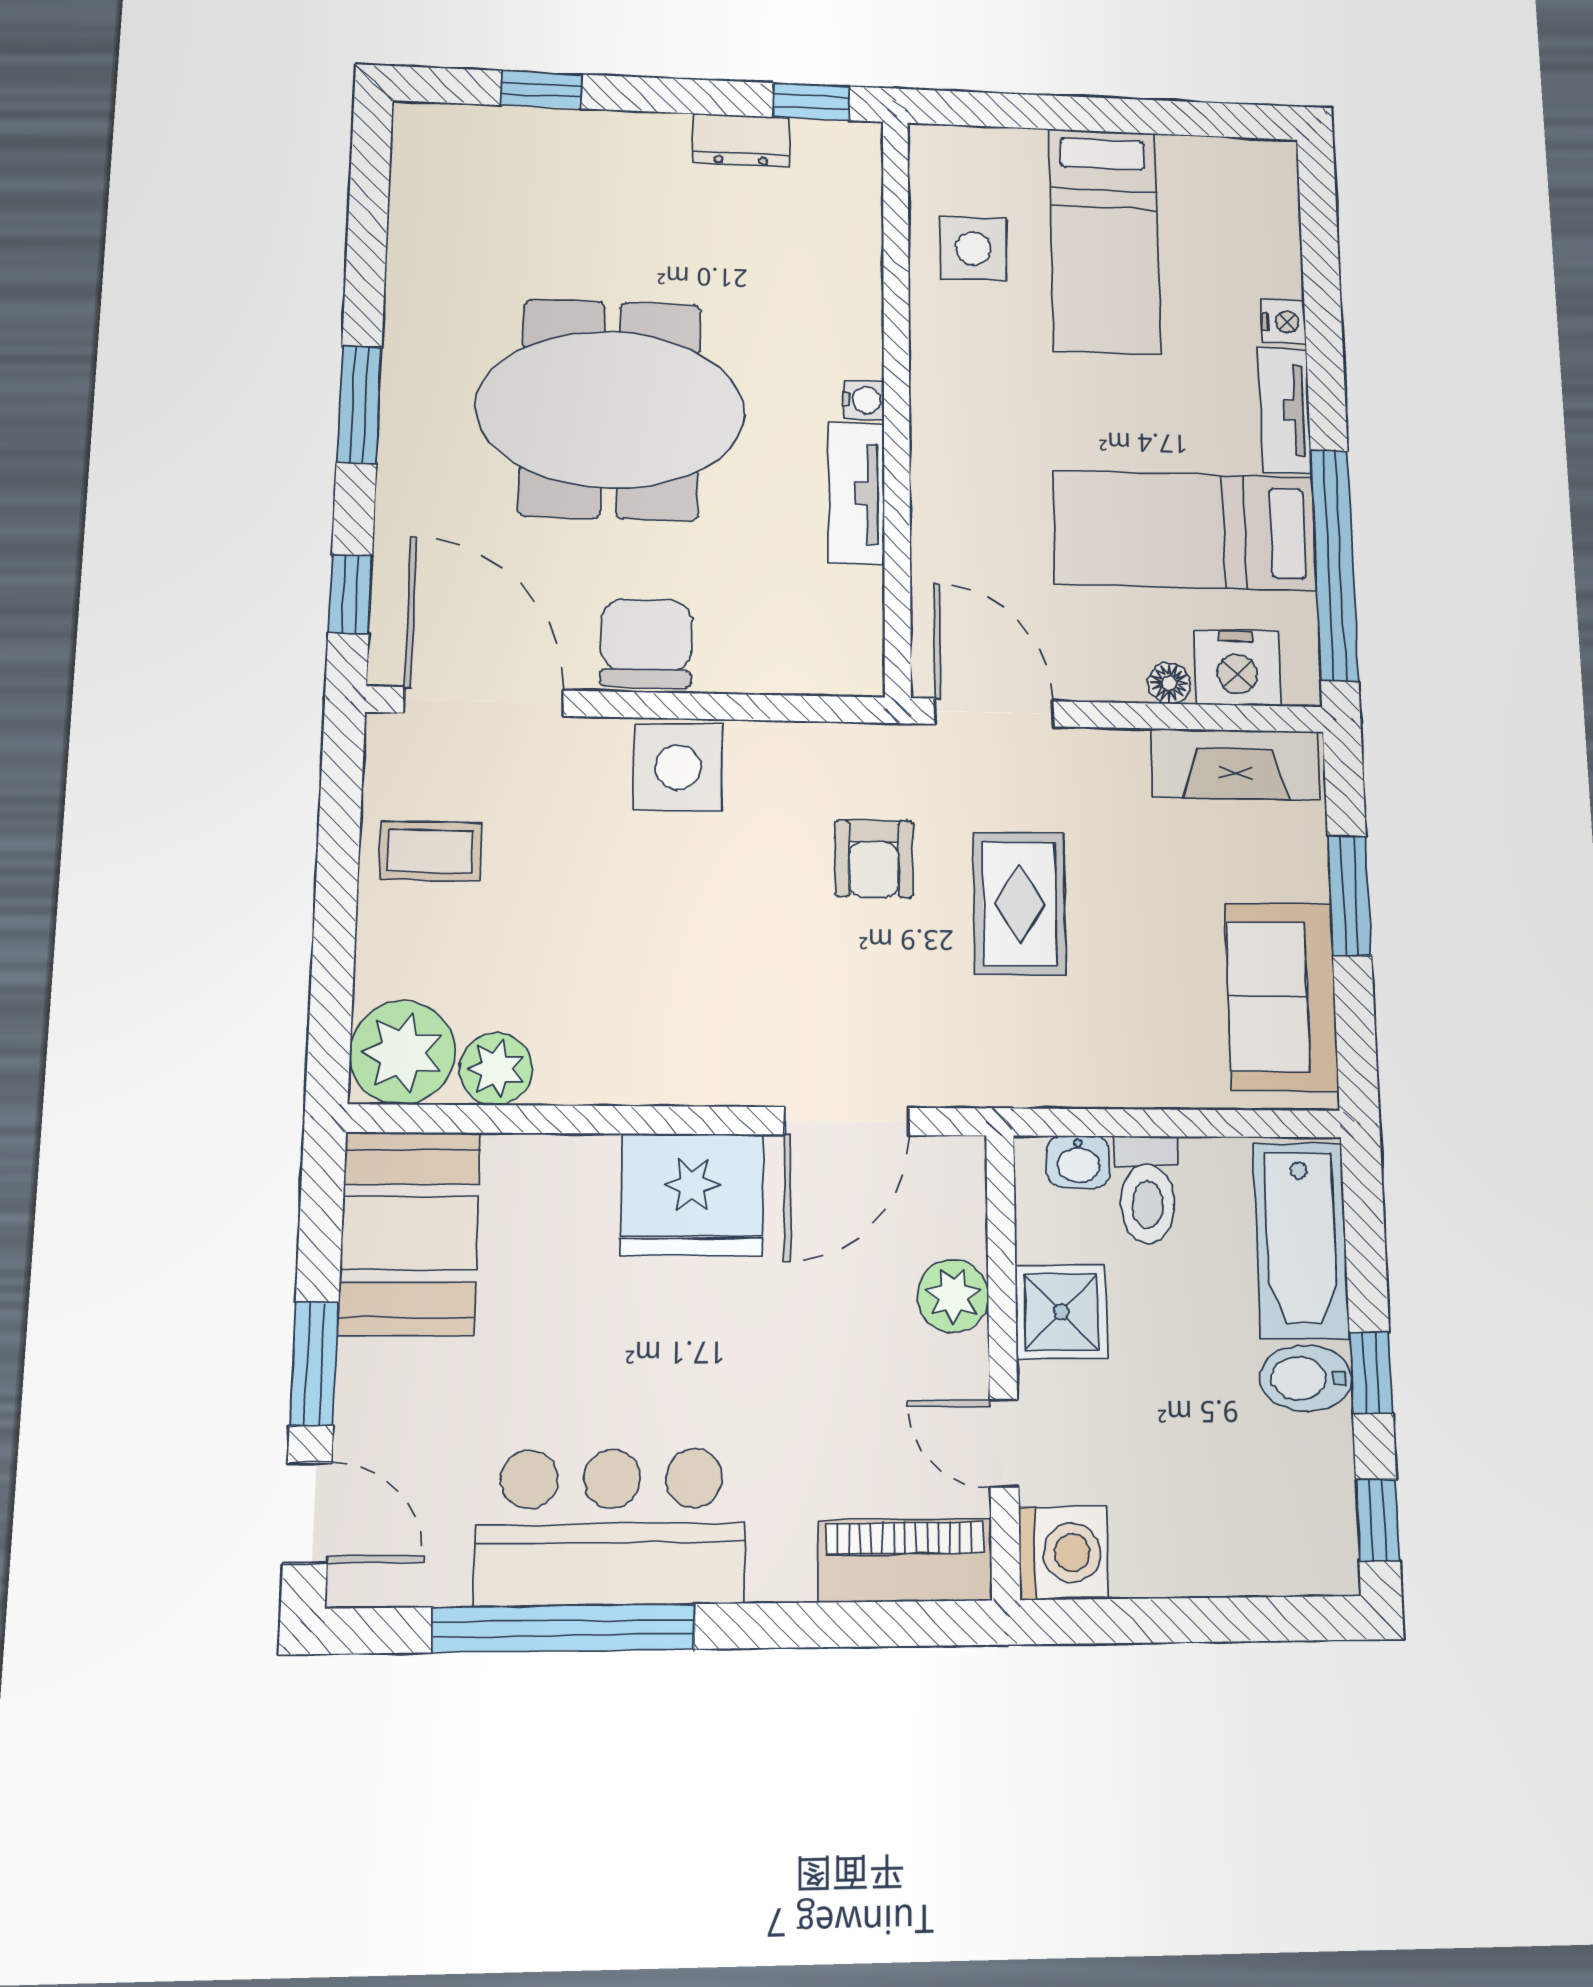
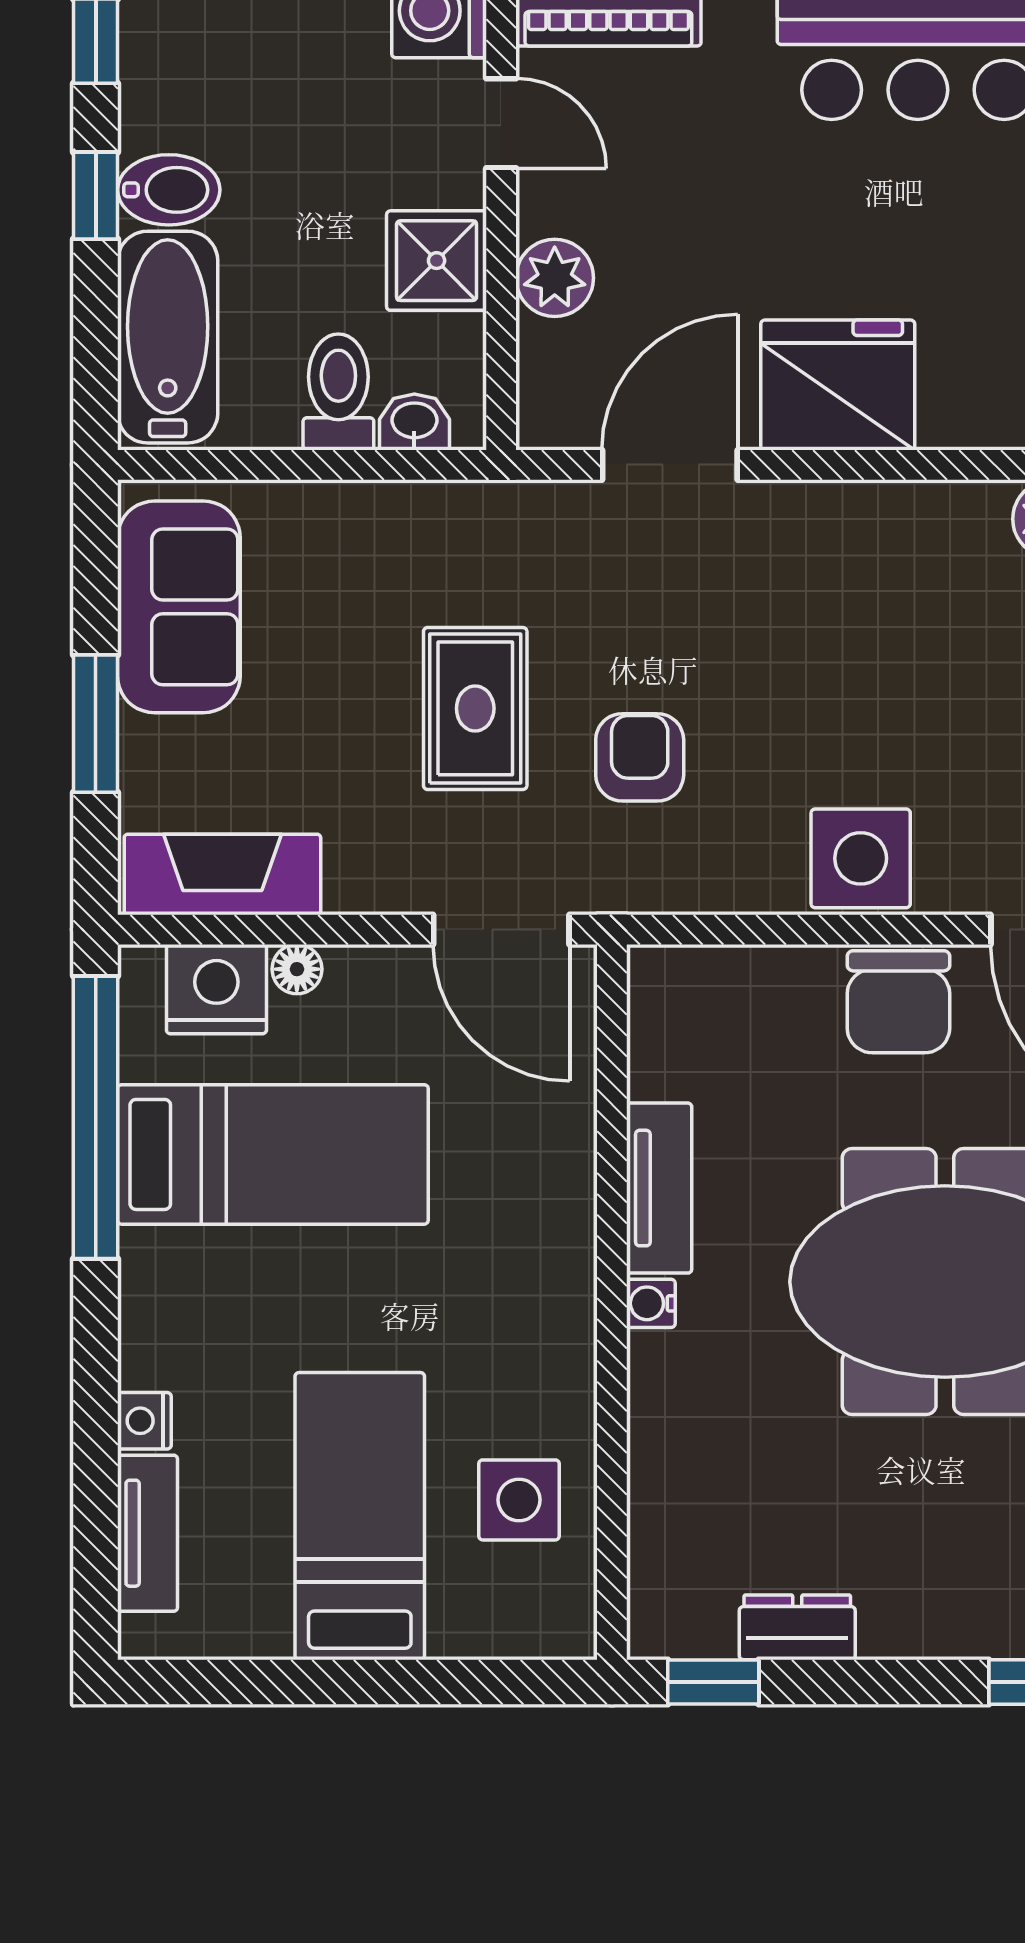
tv unit: (1285, 410) -> (148, 1533), moved

